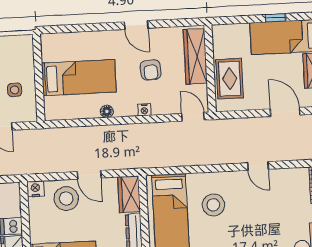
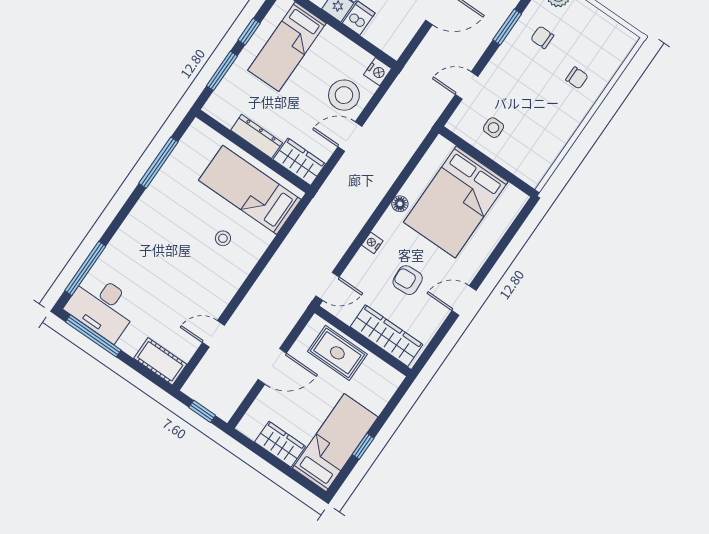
bed: (79, 78) -> (456, 202), width x1.50
door: (285, 112) -> (272, 366), moved
door: (258, 166) -> (213, 334), moved
stool: (213, 205) -> (223, 238), width x0.53, depth x0.53

